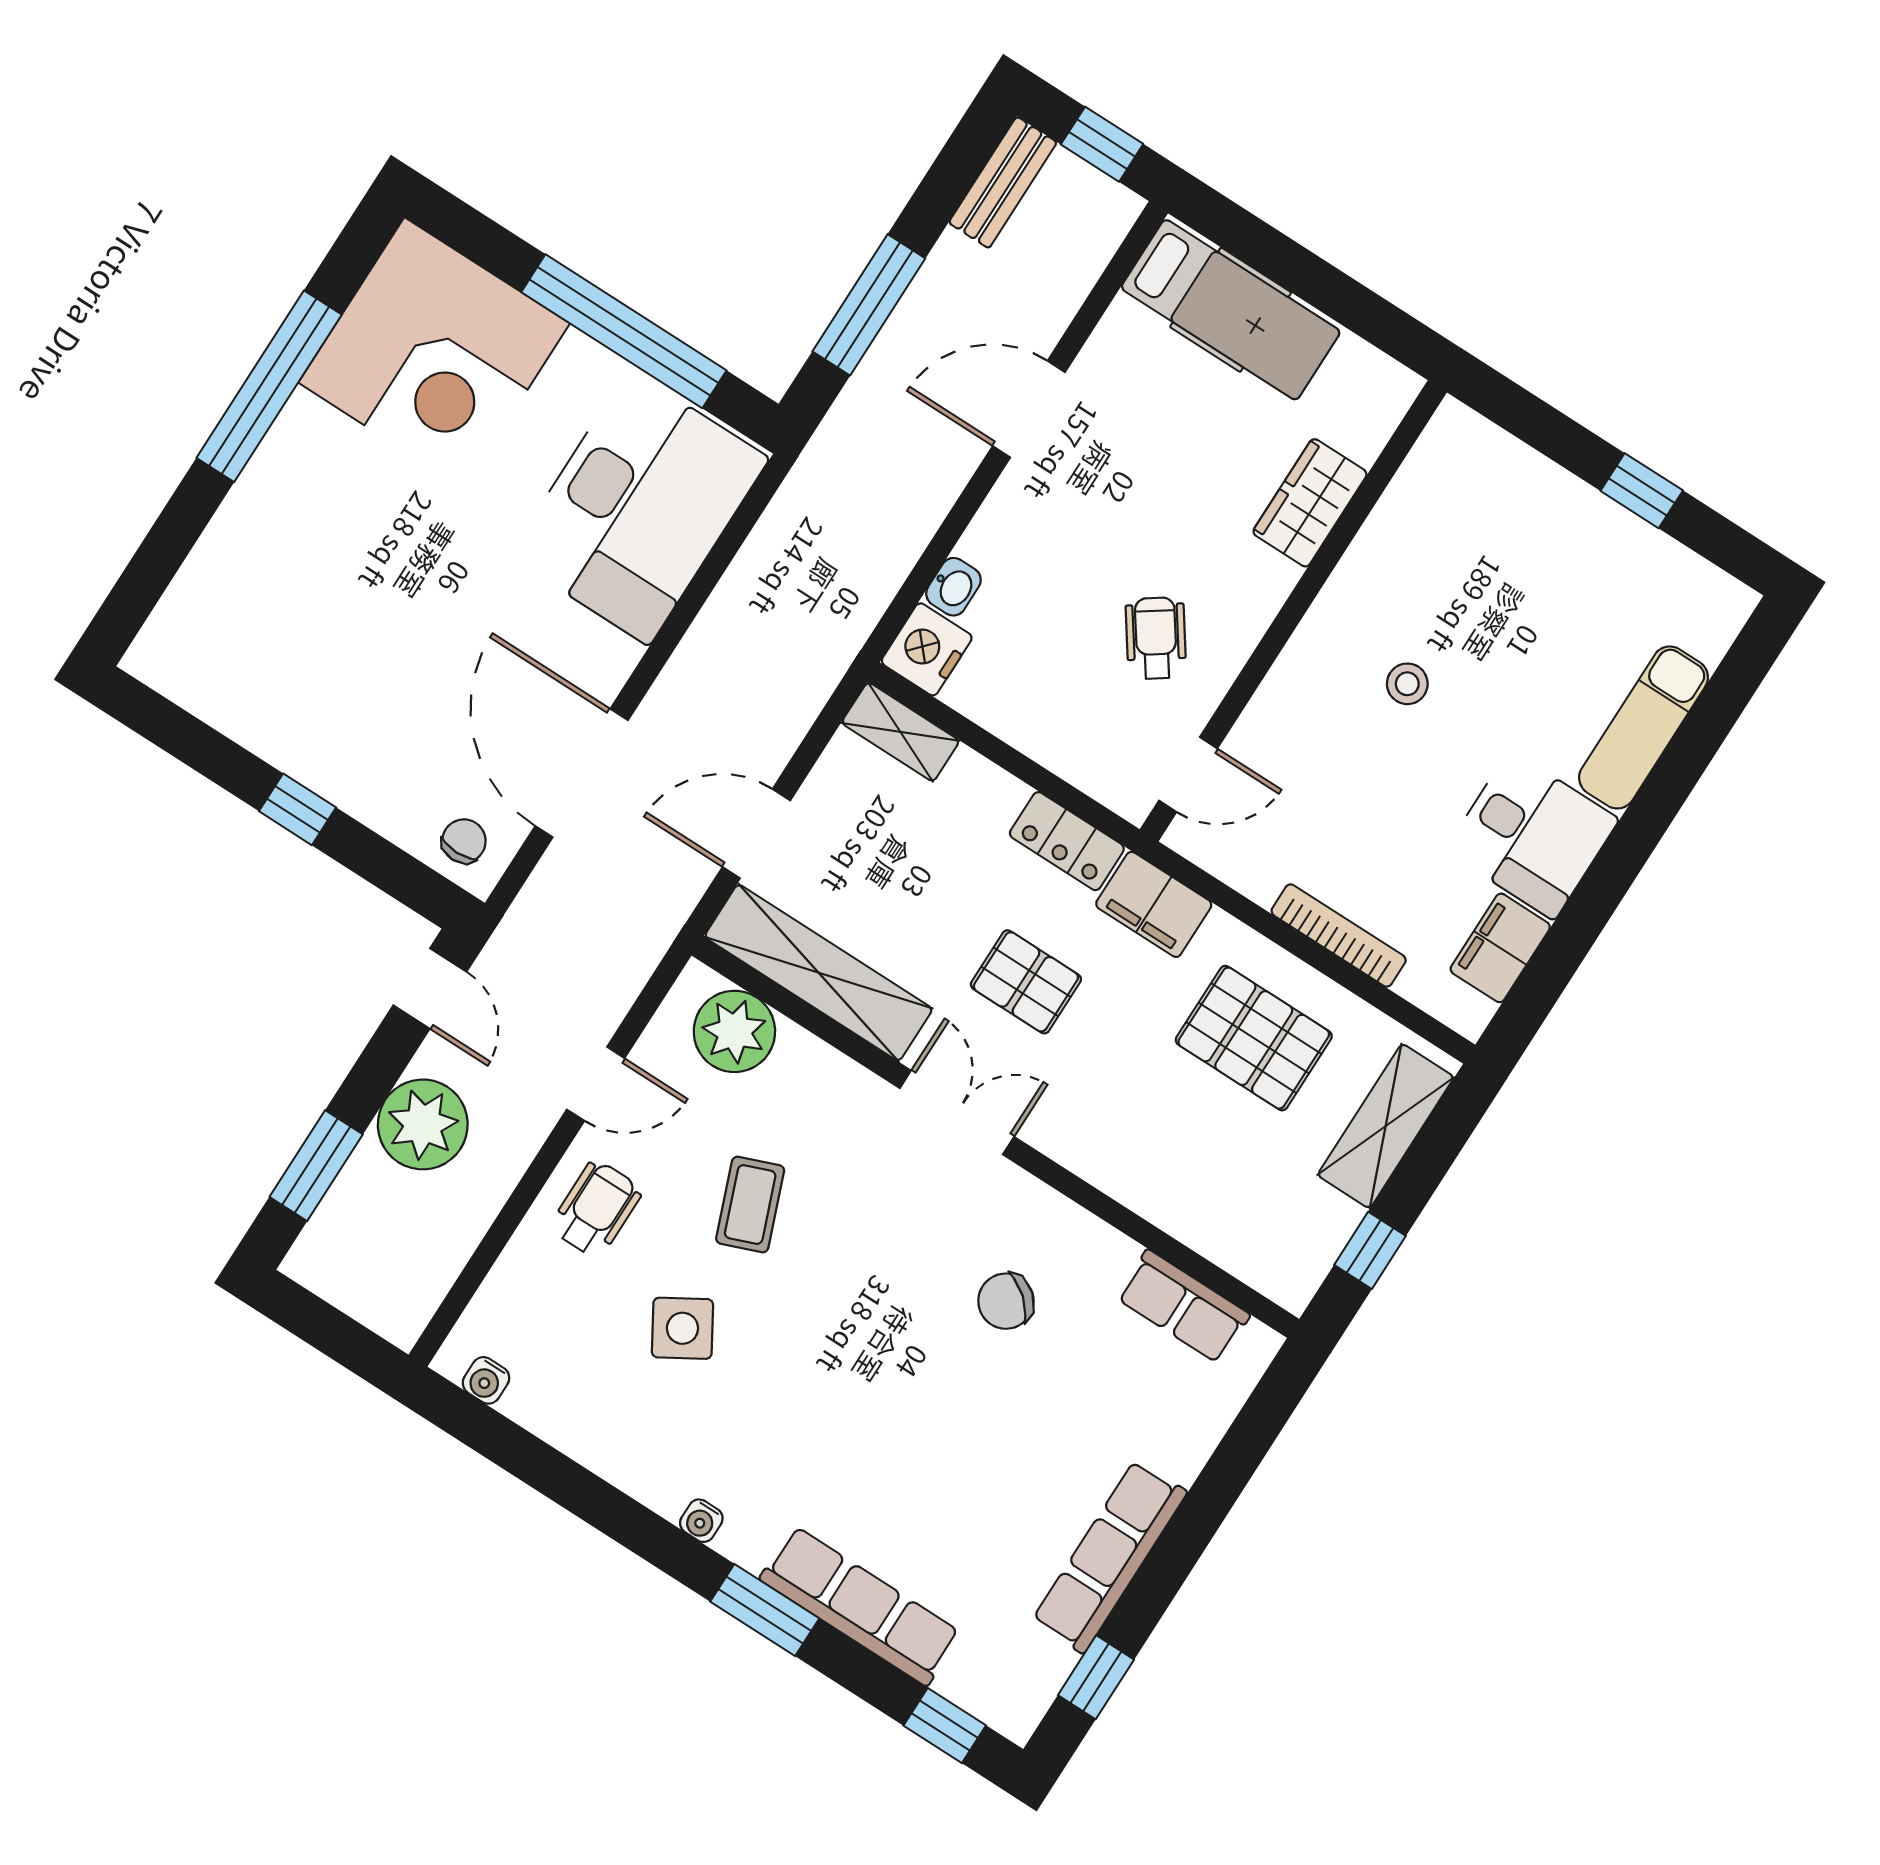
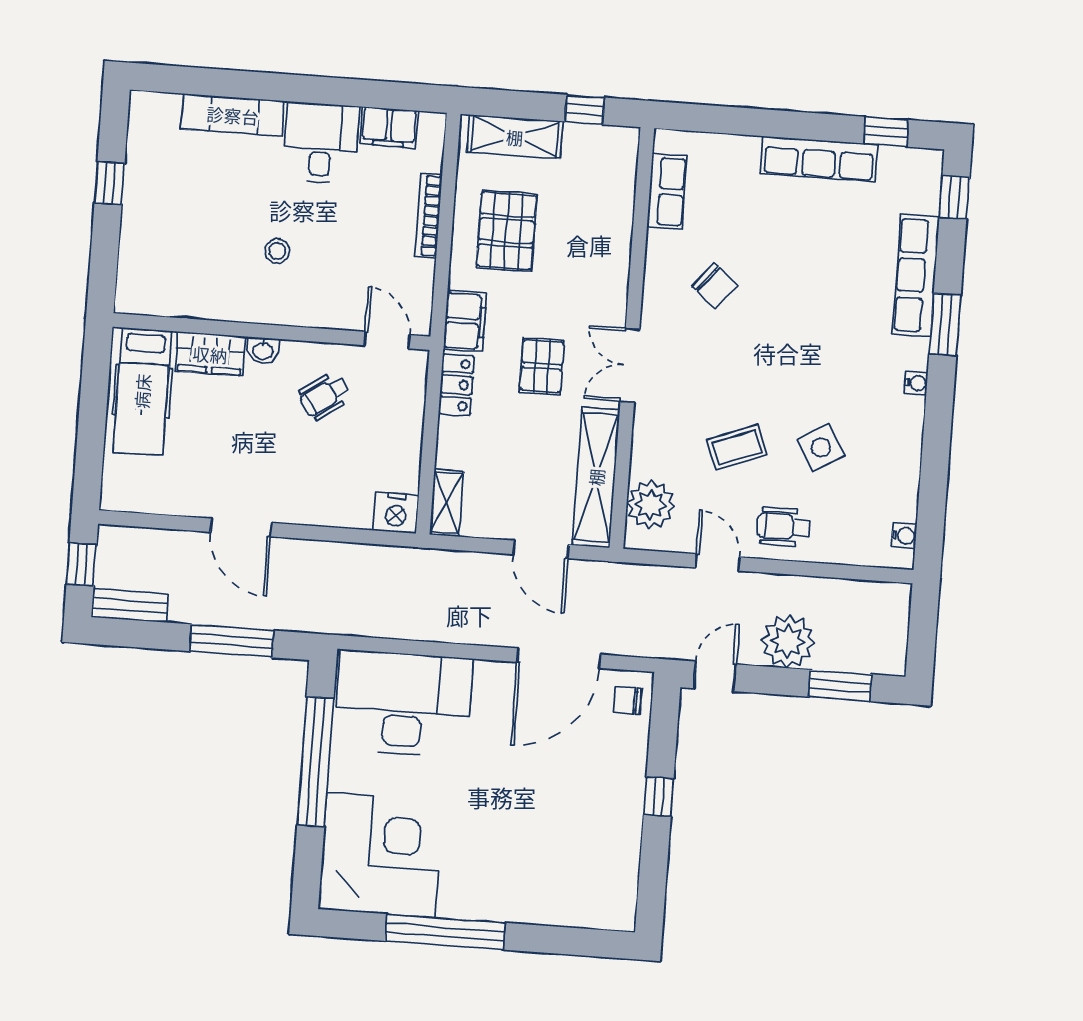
hospital bed: (1231, 310) -> (142, 391), moved, turned 180
washbasin: (953, 587) -> (263, 350), moved, turned 180

